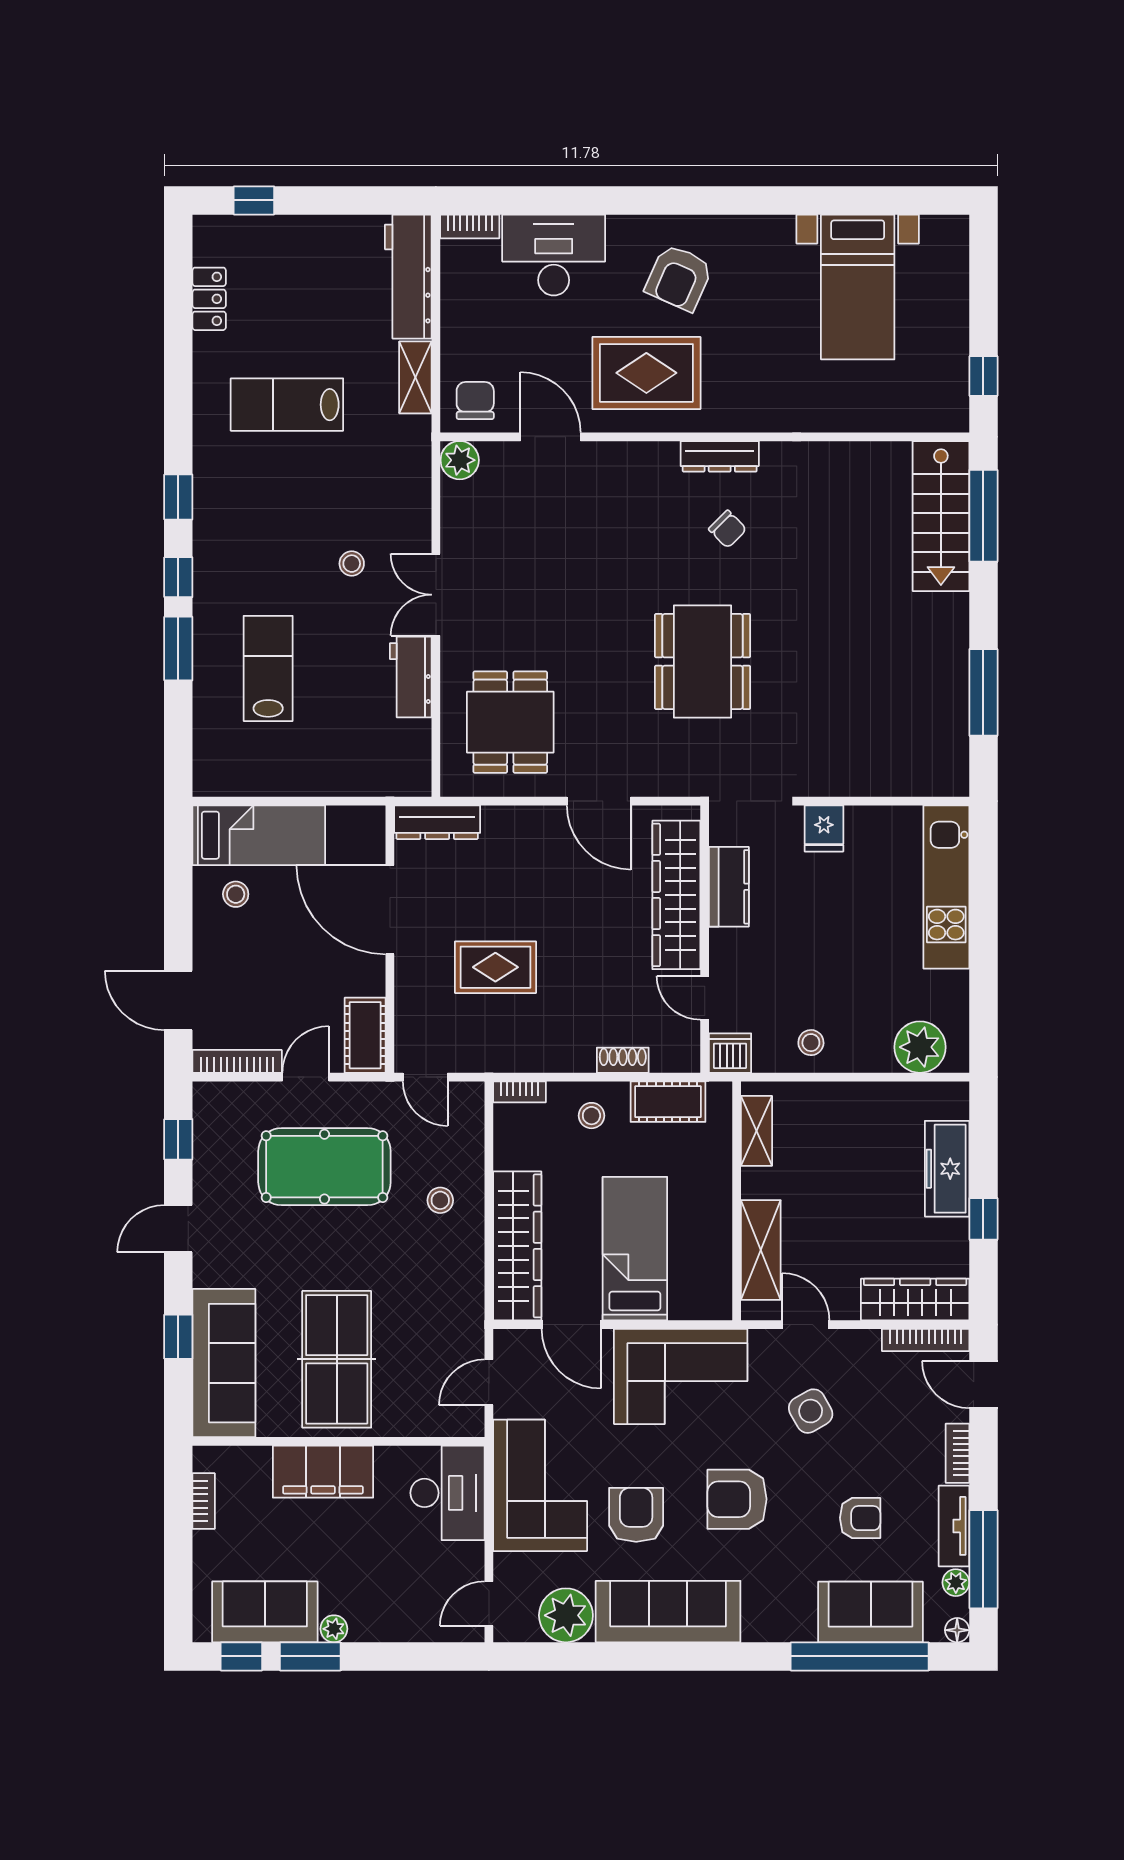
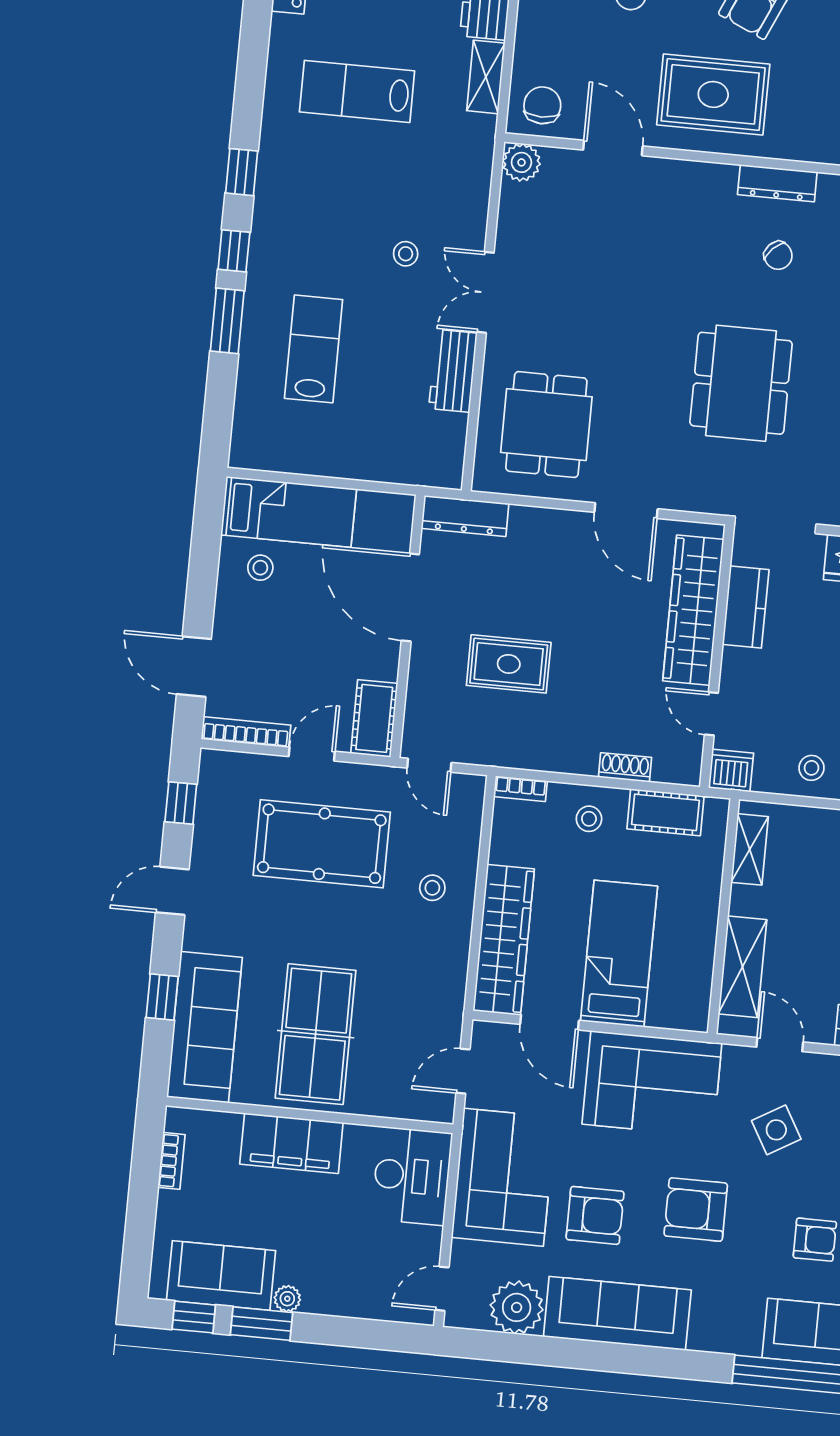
armchair: (636, 1515) -> (595, 1215), turned 90

